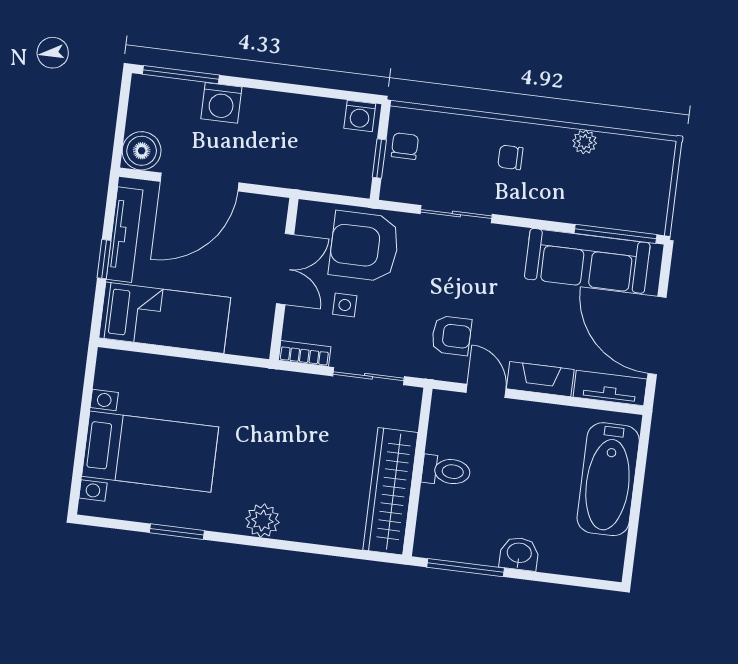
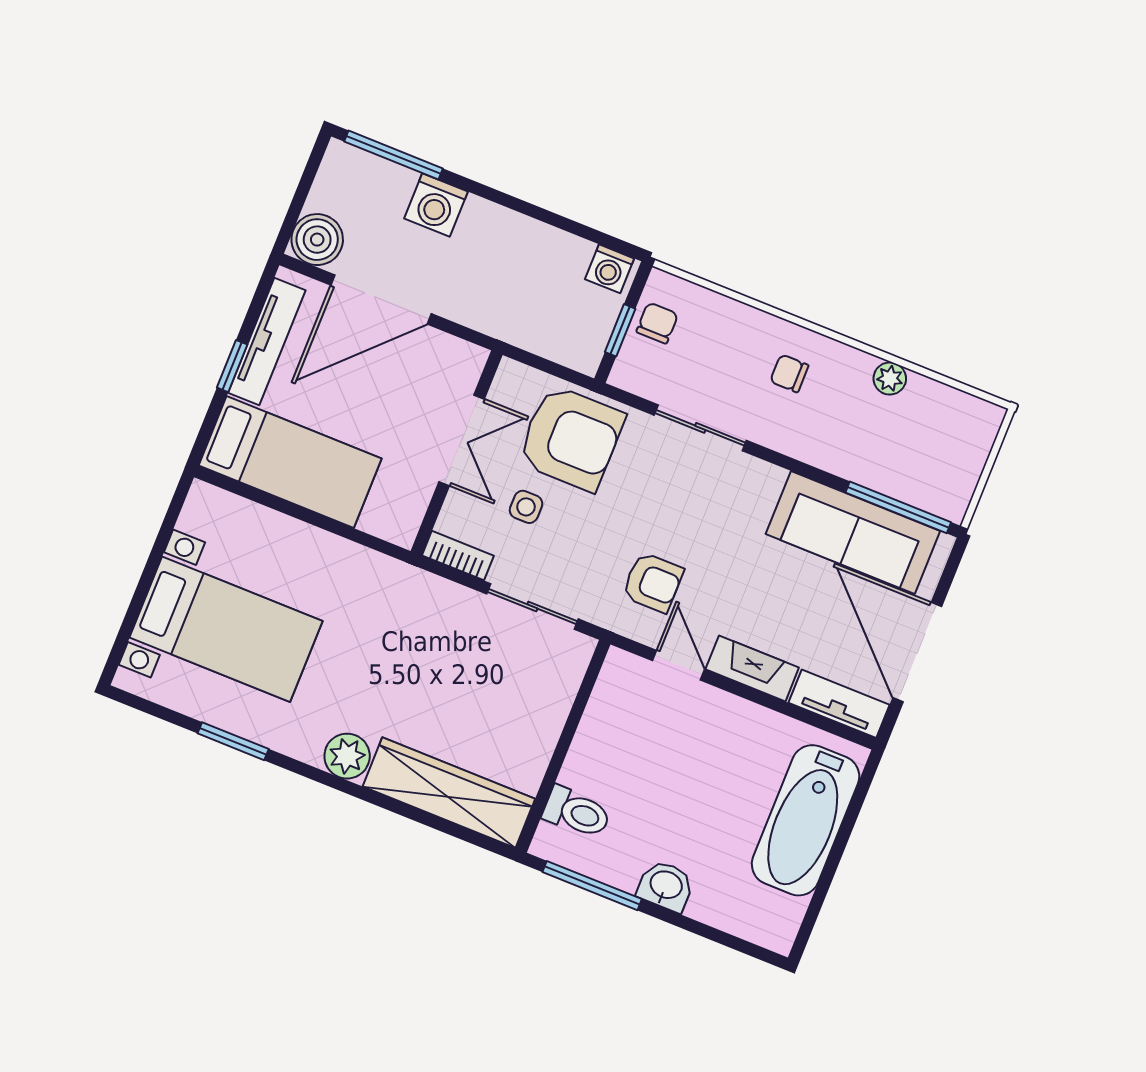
armchair: (364, 246) -> (571, 438), turned 180
toilet: (446, 471) -> (577, 812), moved
wardrobe: (390, 491) -> (449, 793), moved, turned 90

